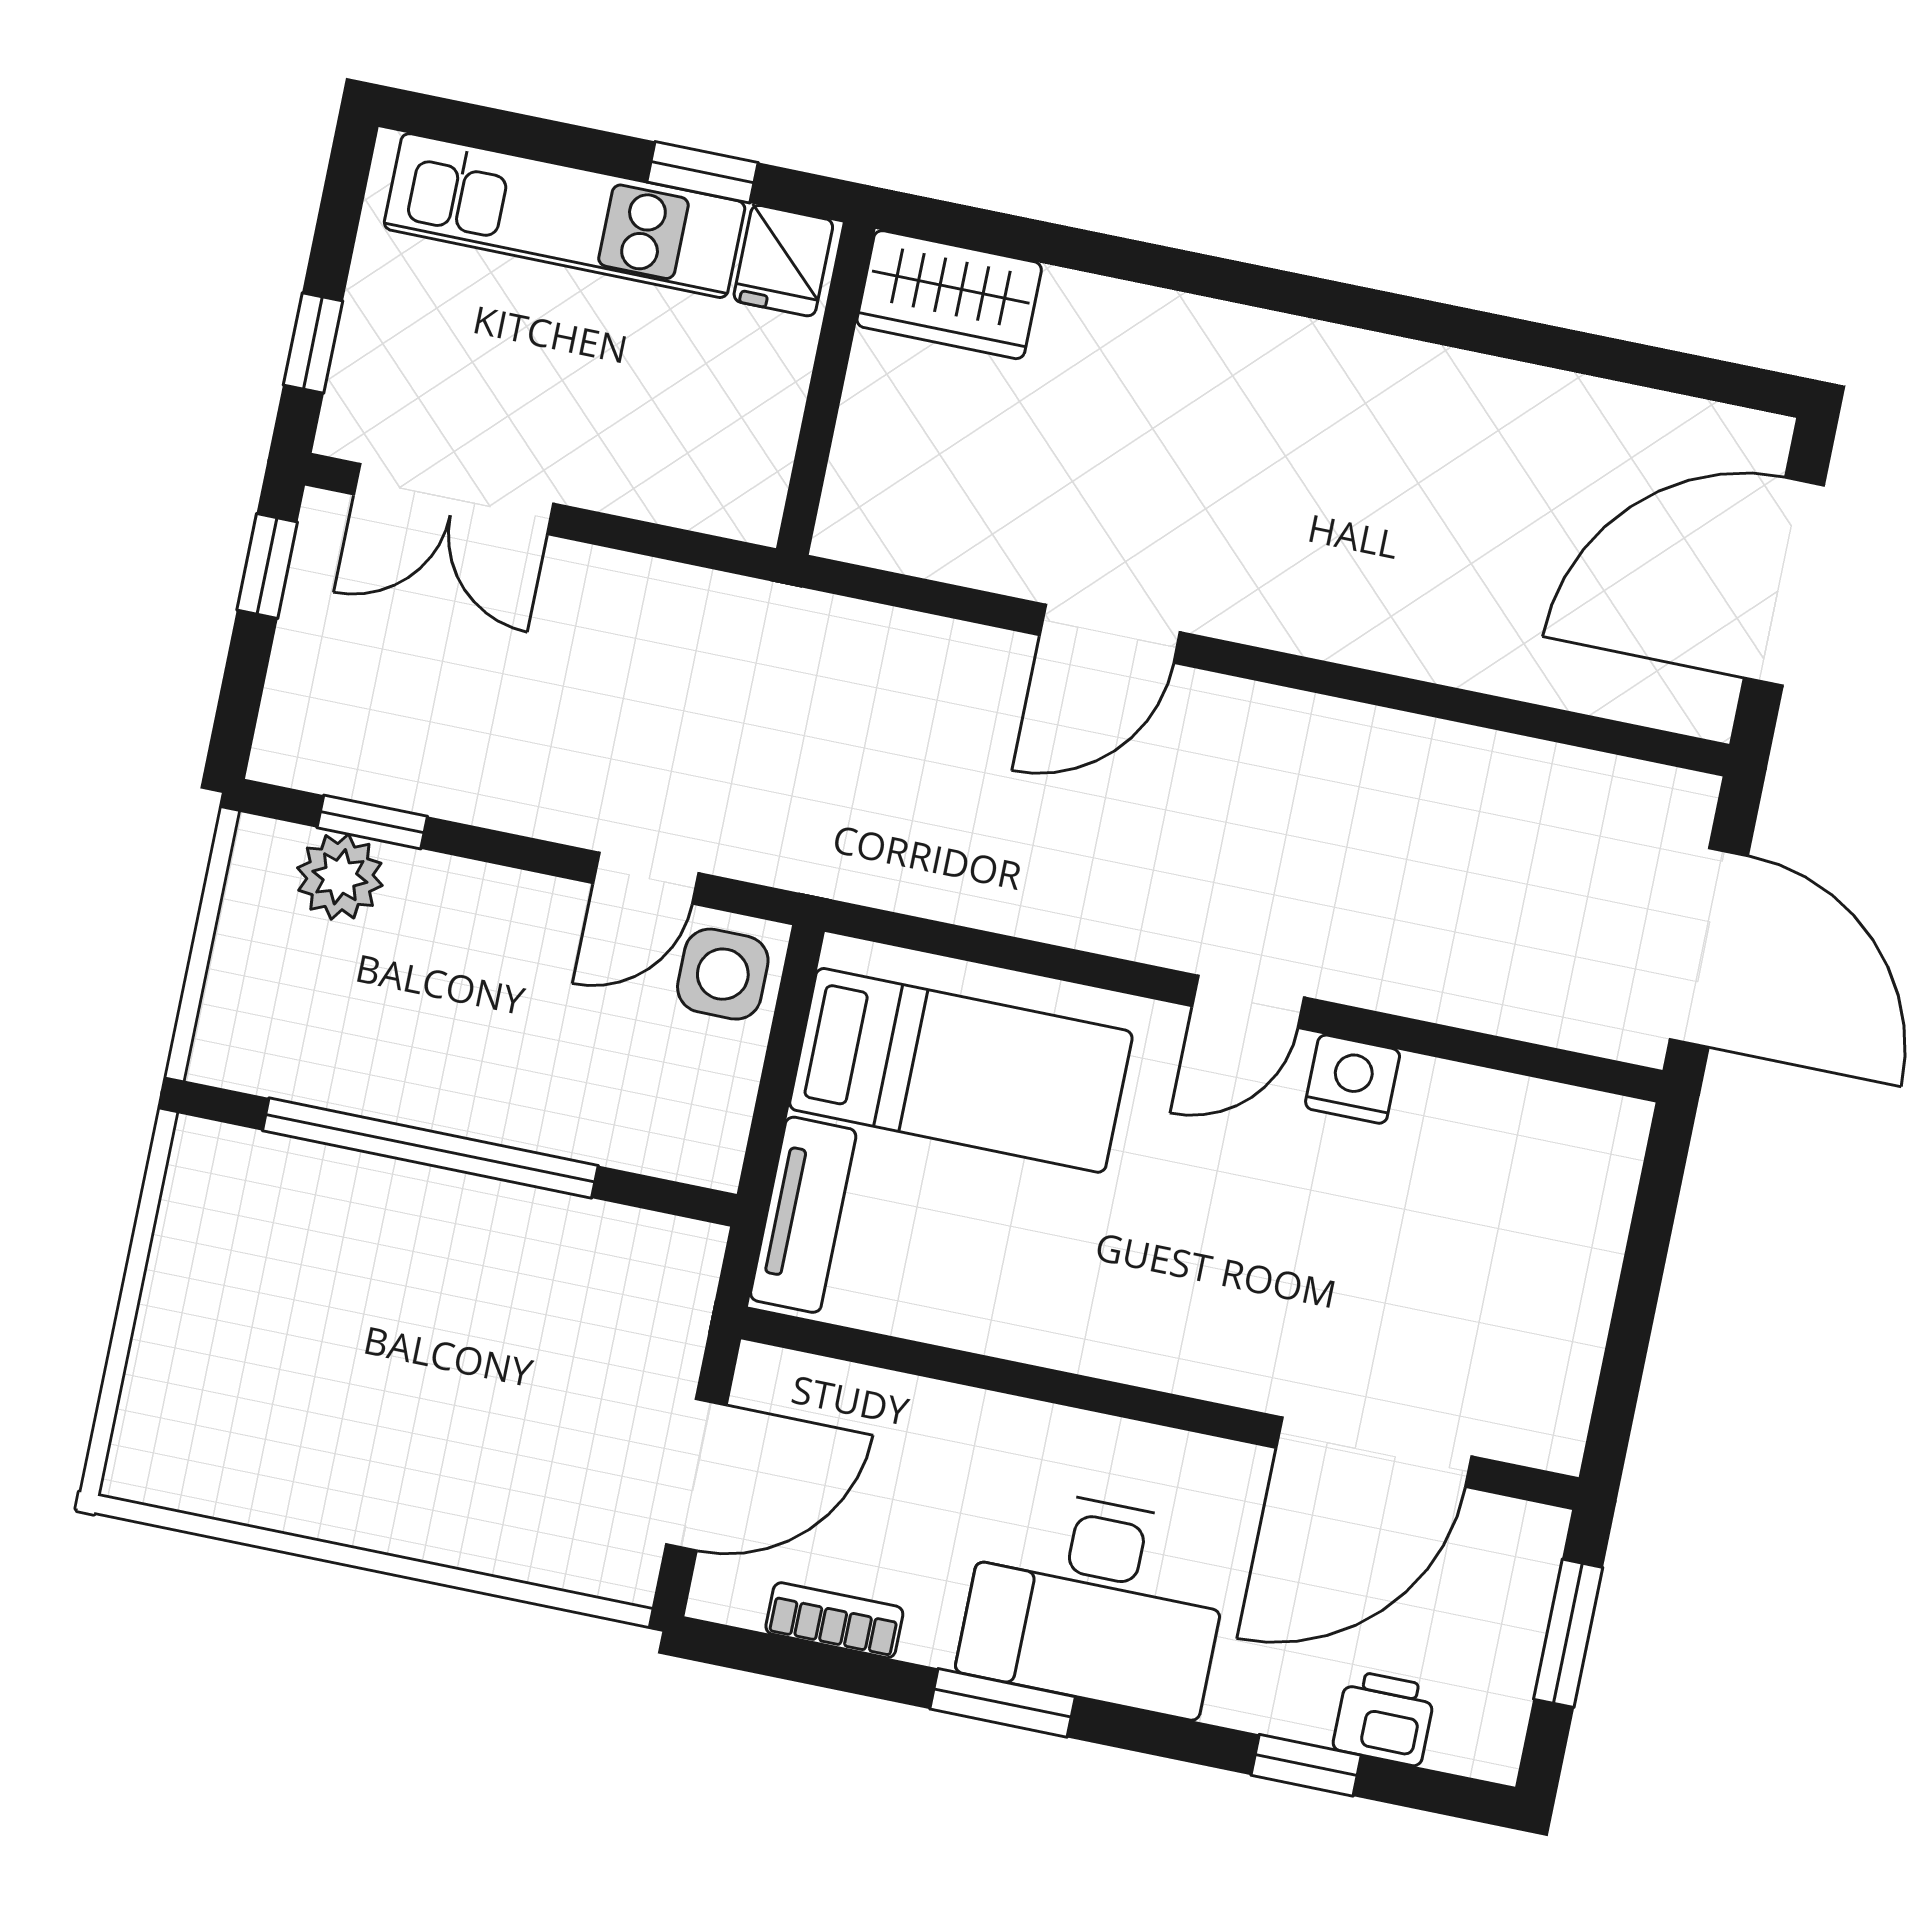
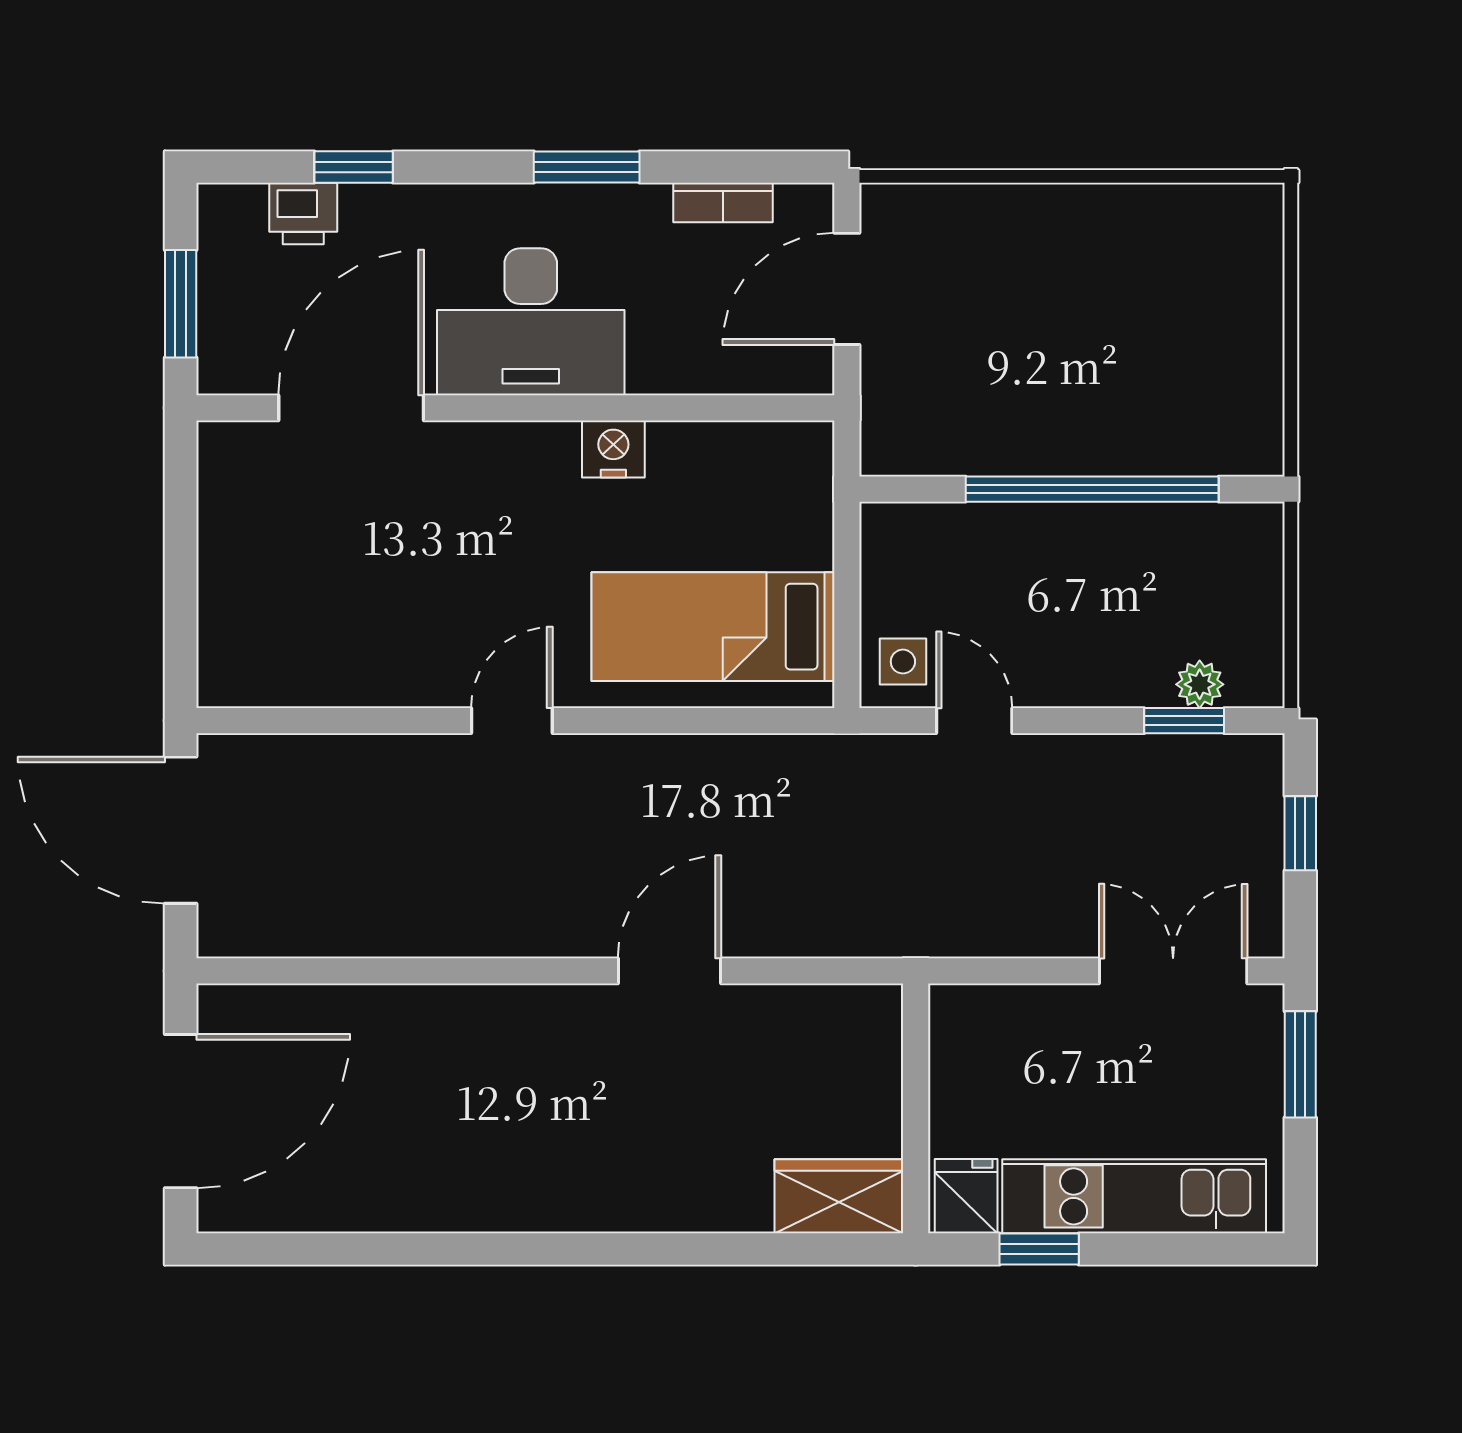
window: (313, 343) -> (1300, 1064), width x1.50
window: (267, 566) -> (1300, 833), moved
plant: (340, 877) -> (1200, 684), width x0.73, depth x0.73
door: (646, 878) -> (974, 721), hinge flipped
side table: (723, 974) -> (903, 662), width x0.73, depth x0.73
nightstand: (1353, 1079) -> (613, 449), moved, turned 180
tv unit: (803, 1215) -> (807, 496), removed
desk: (1096, 1601) -> (531, 322), moved, turned 180

